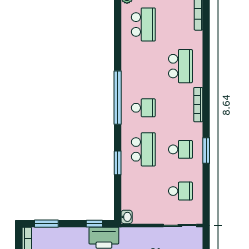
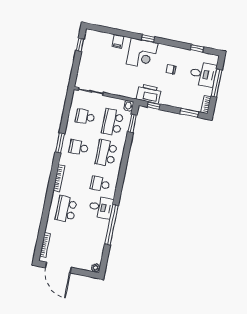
school desk: (143, 24) -> (113, 122), moved
desk: (136, 78) -> (101, 207), added
window: (118, 98) -> (112, 225), moved
window: (118, 163) -> (132, 123), moved

